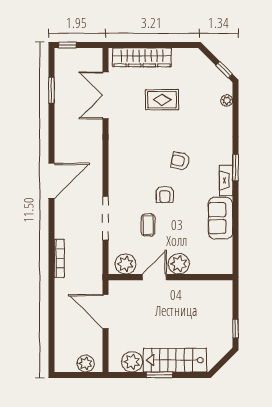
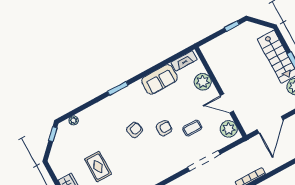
armchair: (180, 161) -> (134, 130), turned -116
fireplace: (226, 181) -> (184, 61), moved
plant: (179, 264) -> (203, 82), moved

